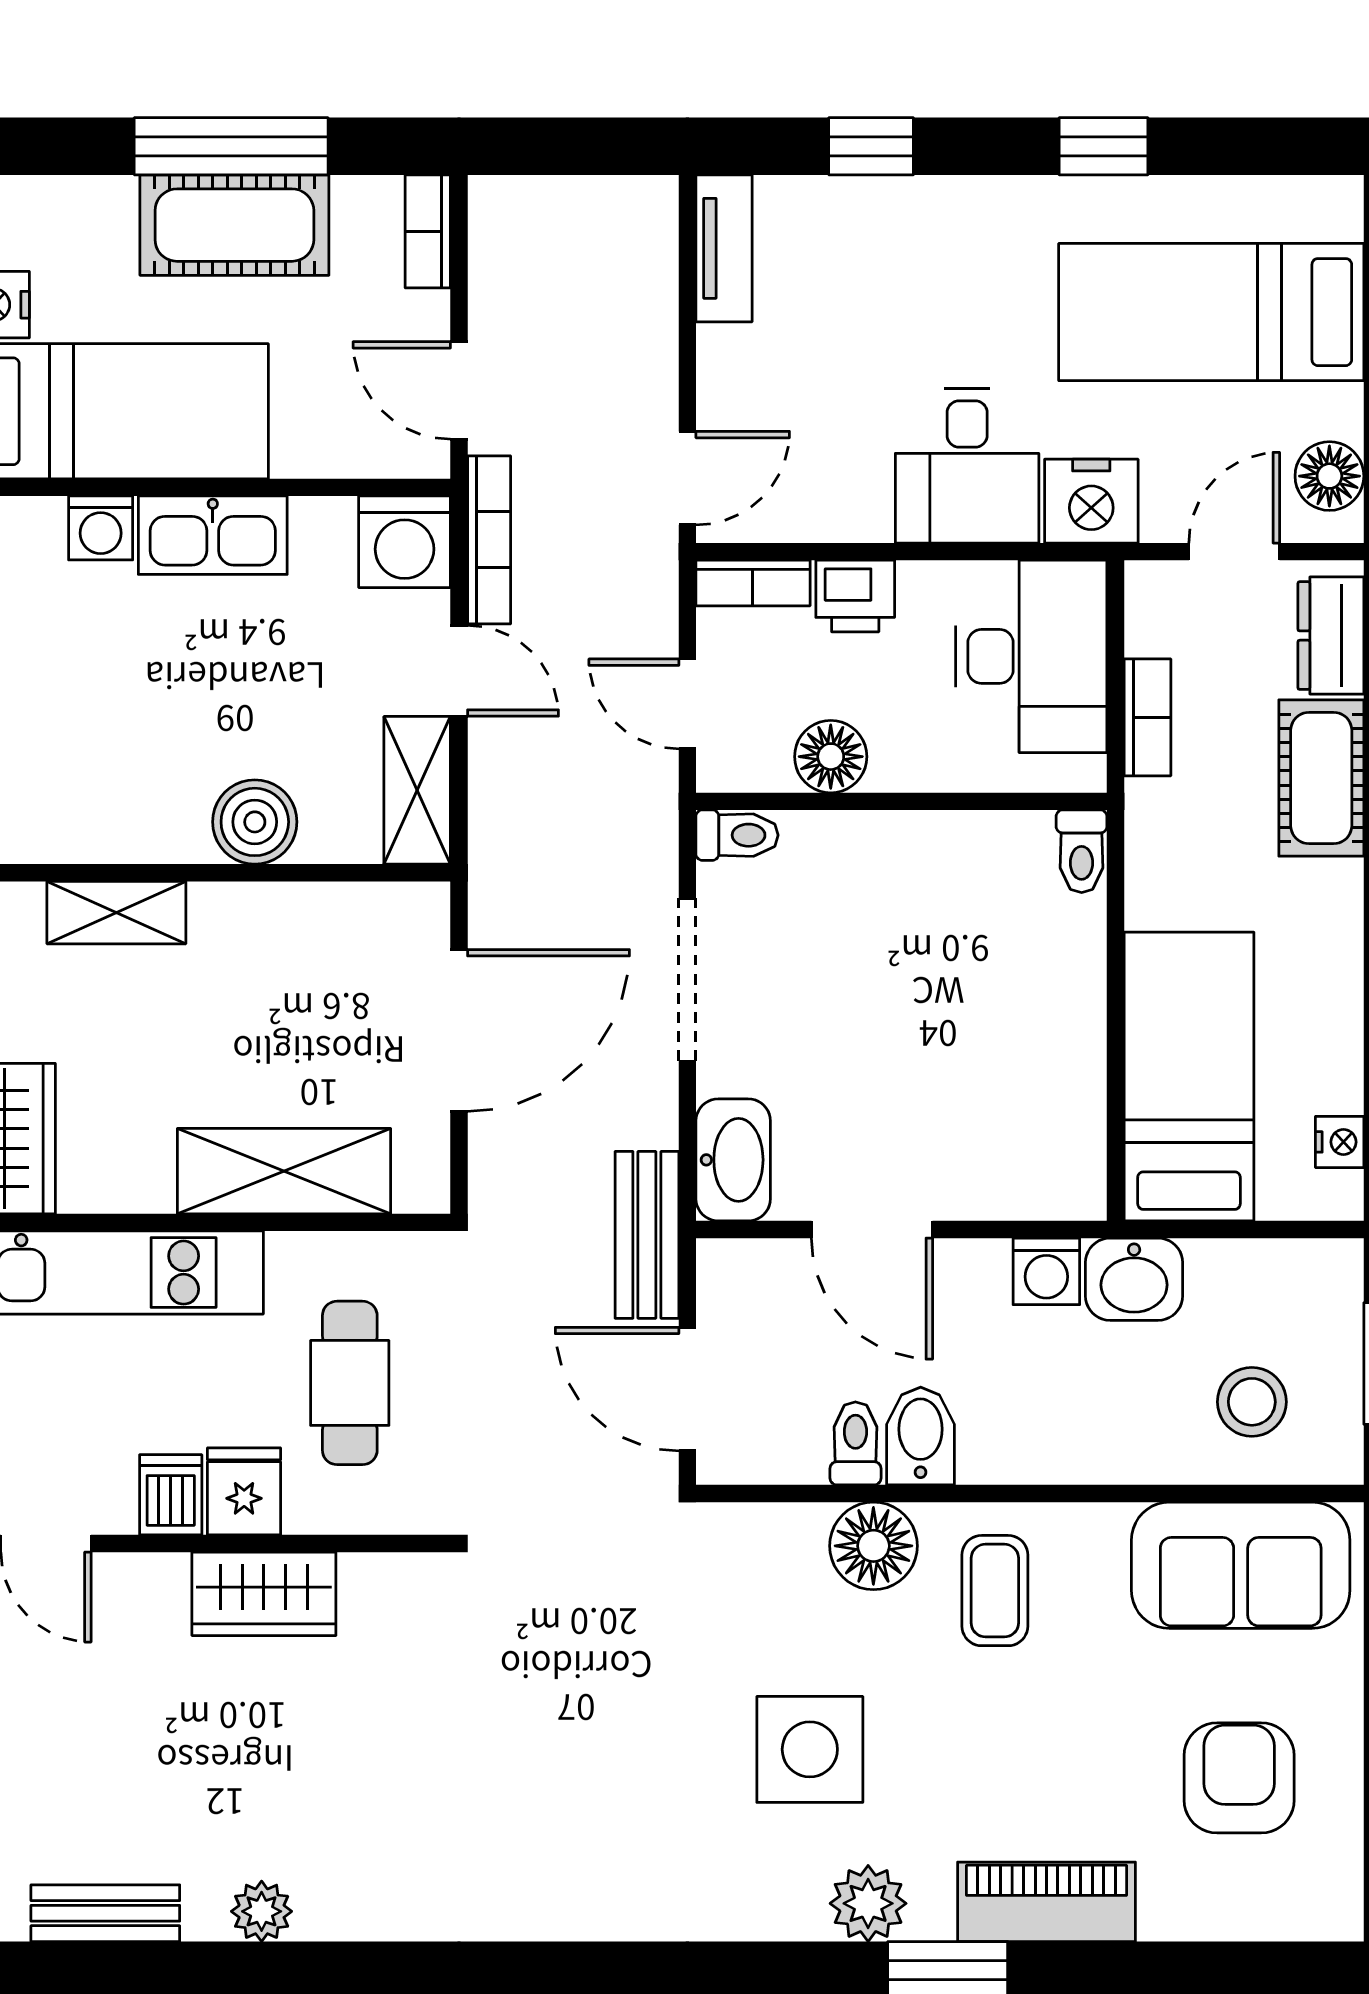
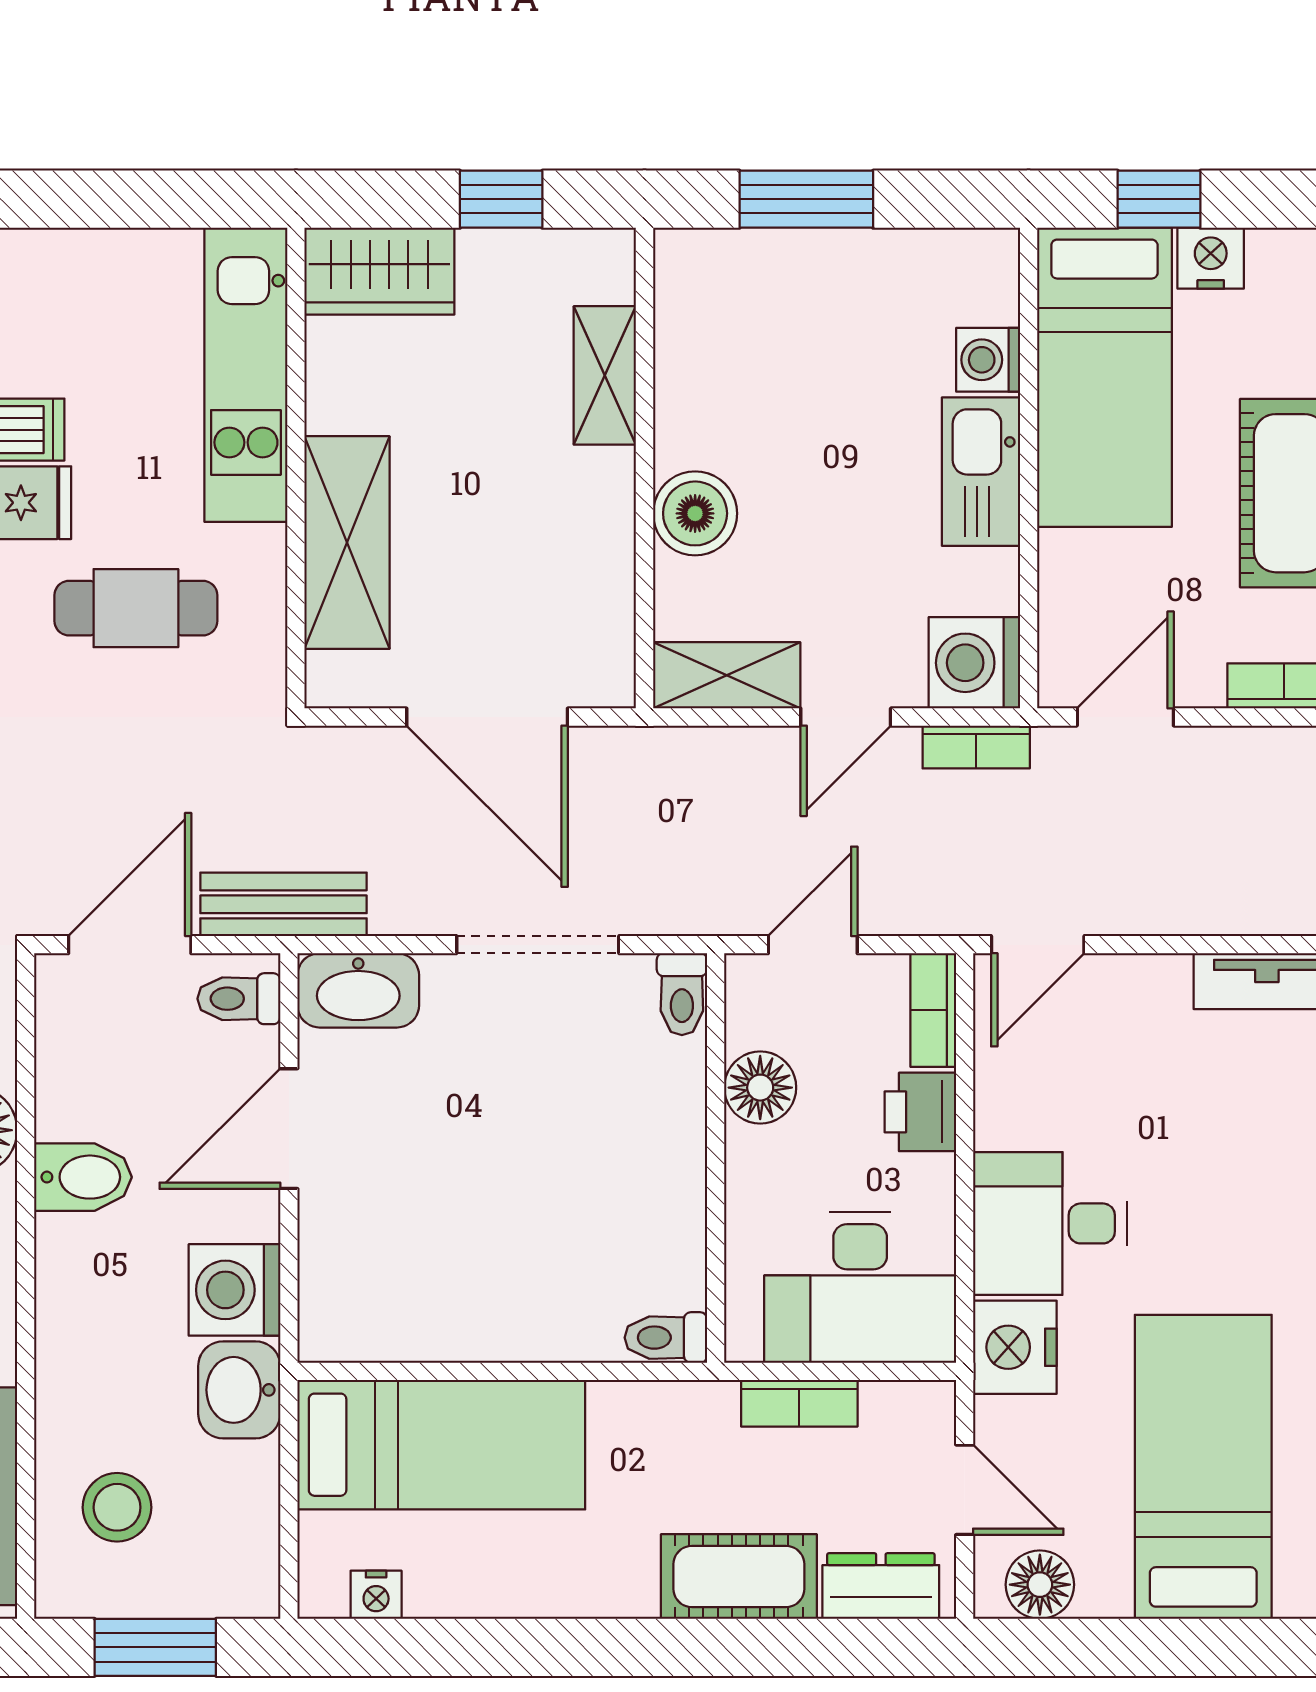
door: (687, 478) -> (1038, 945), hinge flipped
bookcase: (489, 540) -> (976, 747), width x0.64
washing machine: (1046, 1271) -> (235, 1290), width x1.38, depth x1.38
toilet: (855, 1443) -> (239, 999), moved, turned 180

